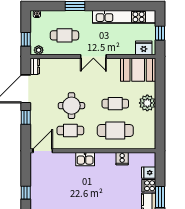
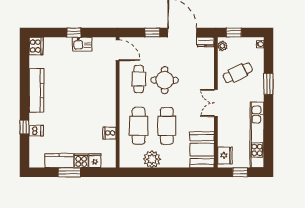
cafe table: (64, 35) -> (238, 73), turned 64
plant: (147, 103) -> (152, 159), moved
cafe table: (115, 104) -> (167, 126), width x1.37, depth x1.35
kitchen sink: (85, 159) -> (82, 44), moved, turned -90

